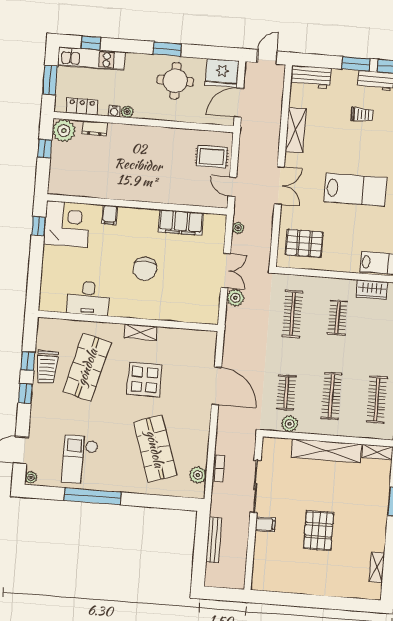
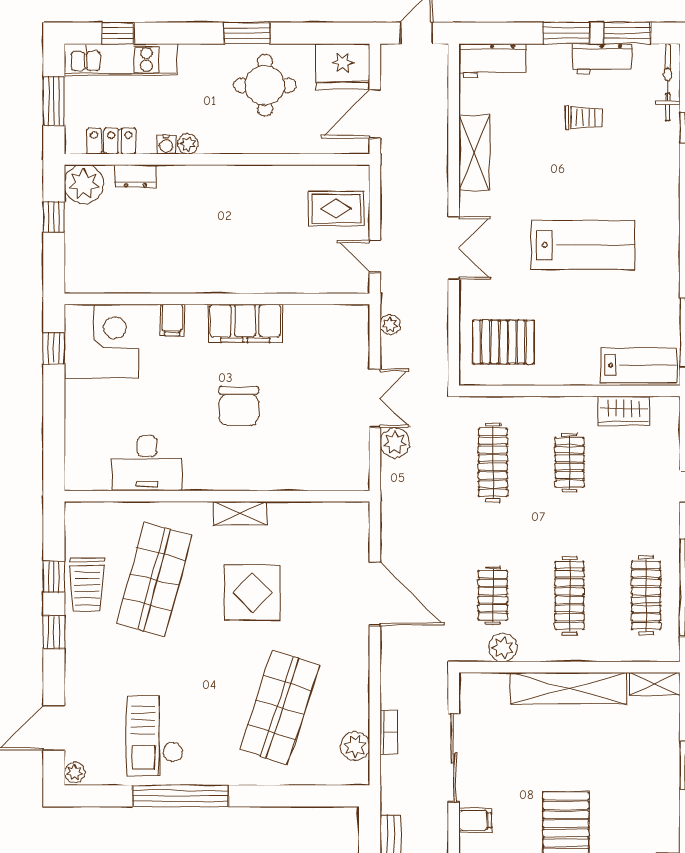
filing cabinet: (181, 222) -> (245, 323), moved
shop shelf: (155, 449) -> (280, 707), turned 36

